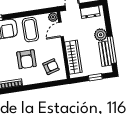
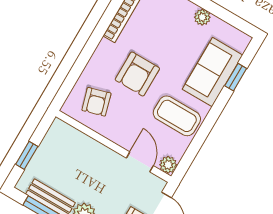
wardrobe: (73, 57) -> (84, 147), removed
armchair: (26, 59) -> (137, 74), turned -90

